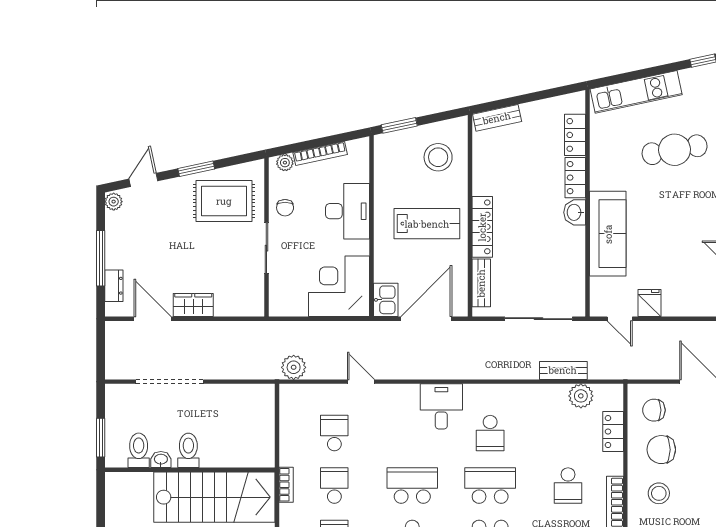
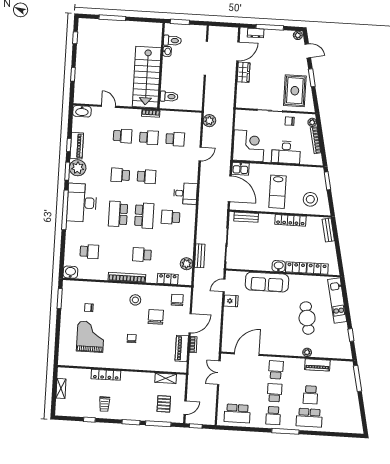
locker: (482, 227) -> (290, 220), moved
toilet: (188, 450) -> (169, 96), moved
chair: (661, 450) -> (156, 317), moved
school desk: (412, 486) -> (147, 177), width x0.54

